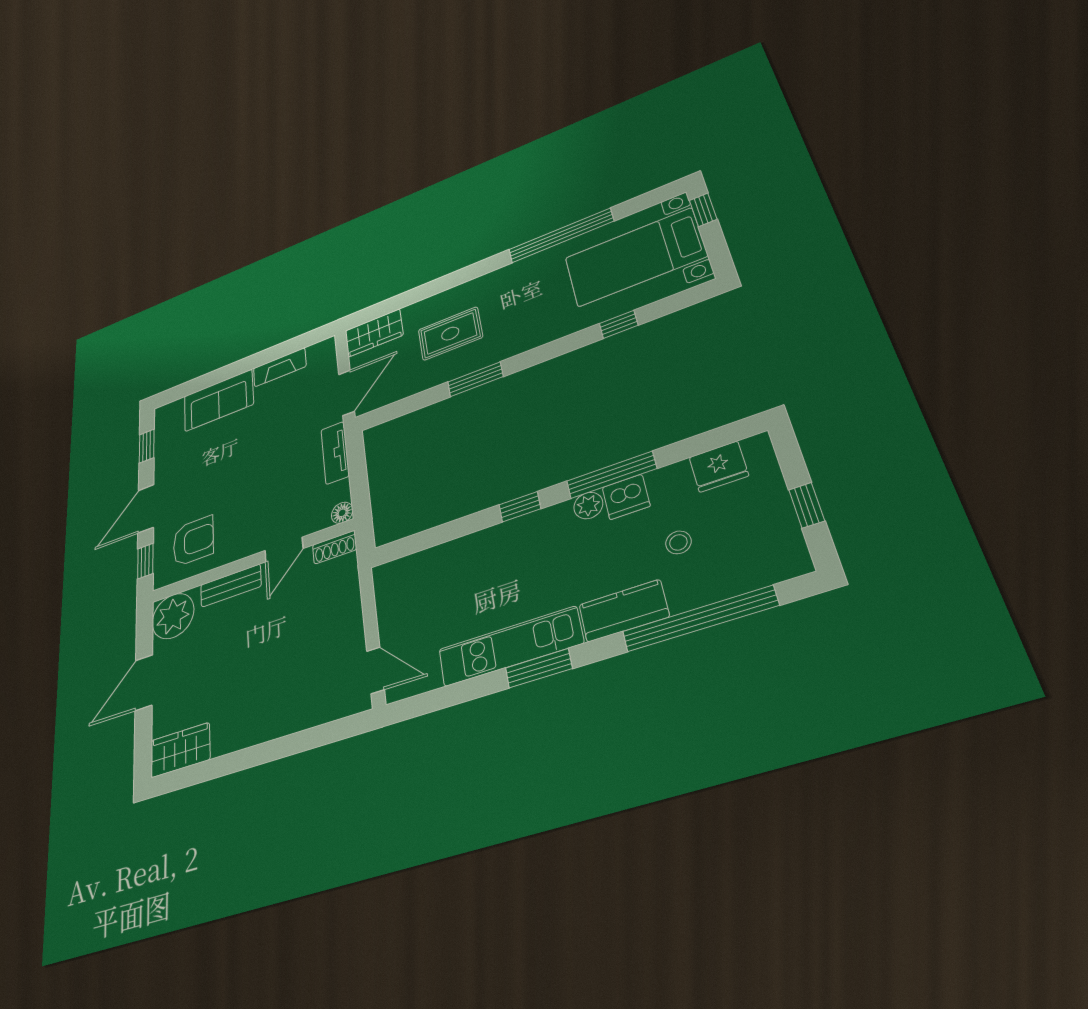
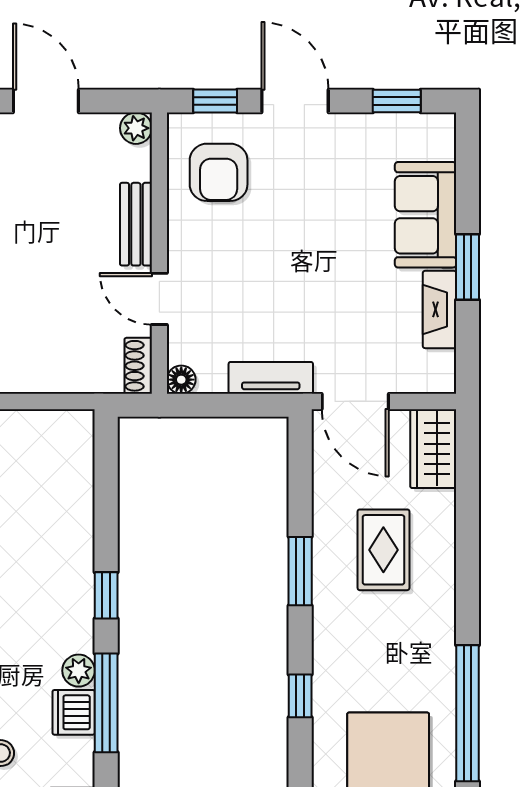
window: (619, 324) -> (300, 696), moved
window: (251, 362) -> (468, 267), added
plant: (173, 616) -> (136, 128), width x0.53, depth x0.53

